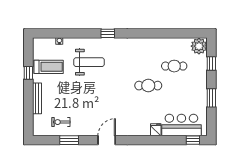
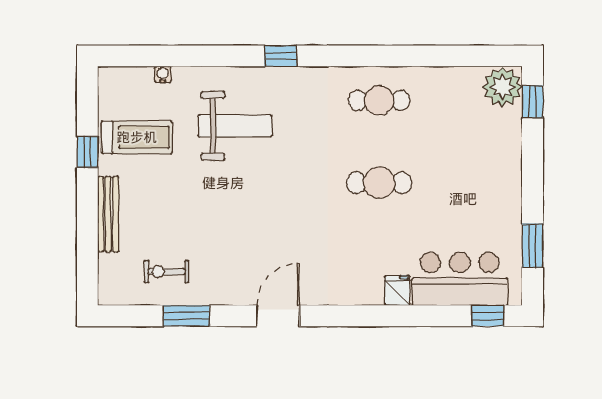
window: (211, 63) -> (533, 102), moved
cafe table: (174, 66) -> (379, 100), moved
window: (211, 98) -> (533, 246), moved

